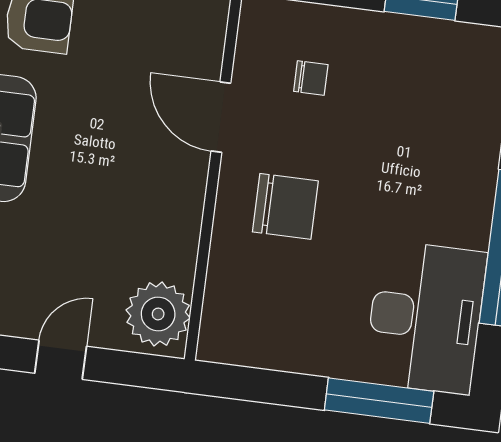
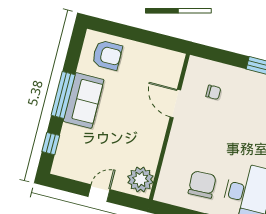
chair: (285, 206) -> (202, 185), moved, turned -92

